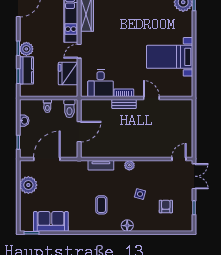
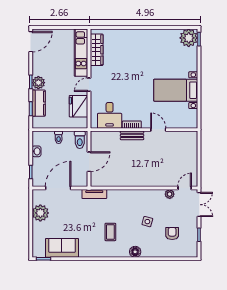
tv unit: (101, 165) -> (94, 194), moved
plant: (129, 165) -> (170, 194), moved

